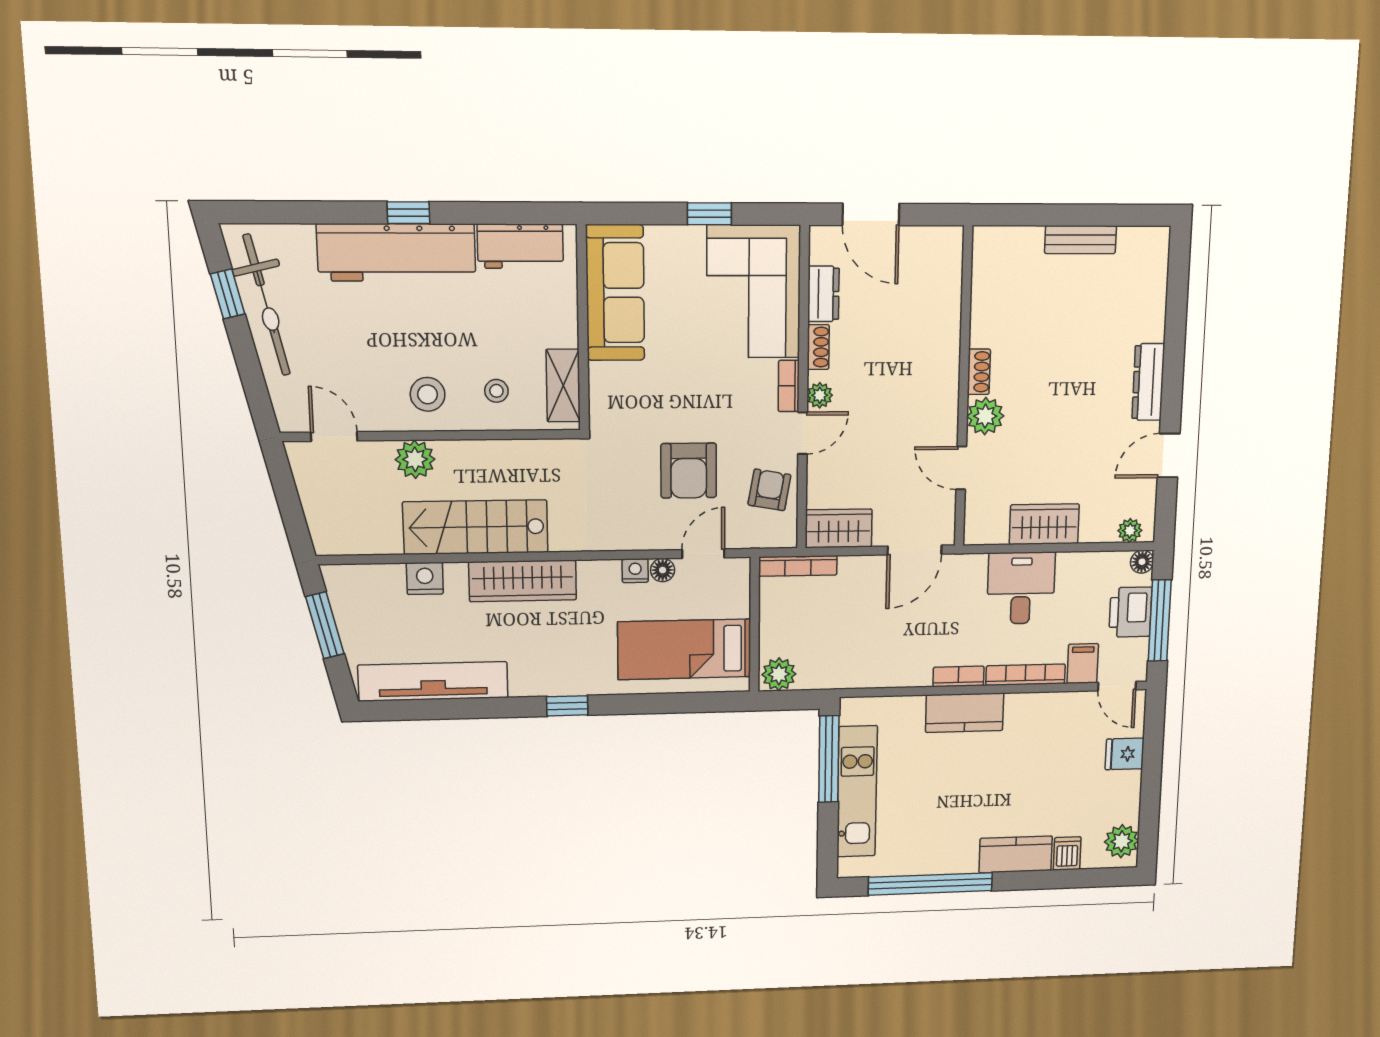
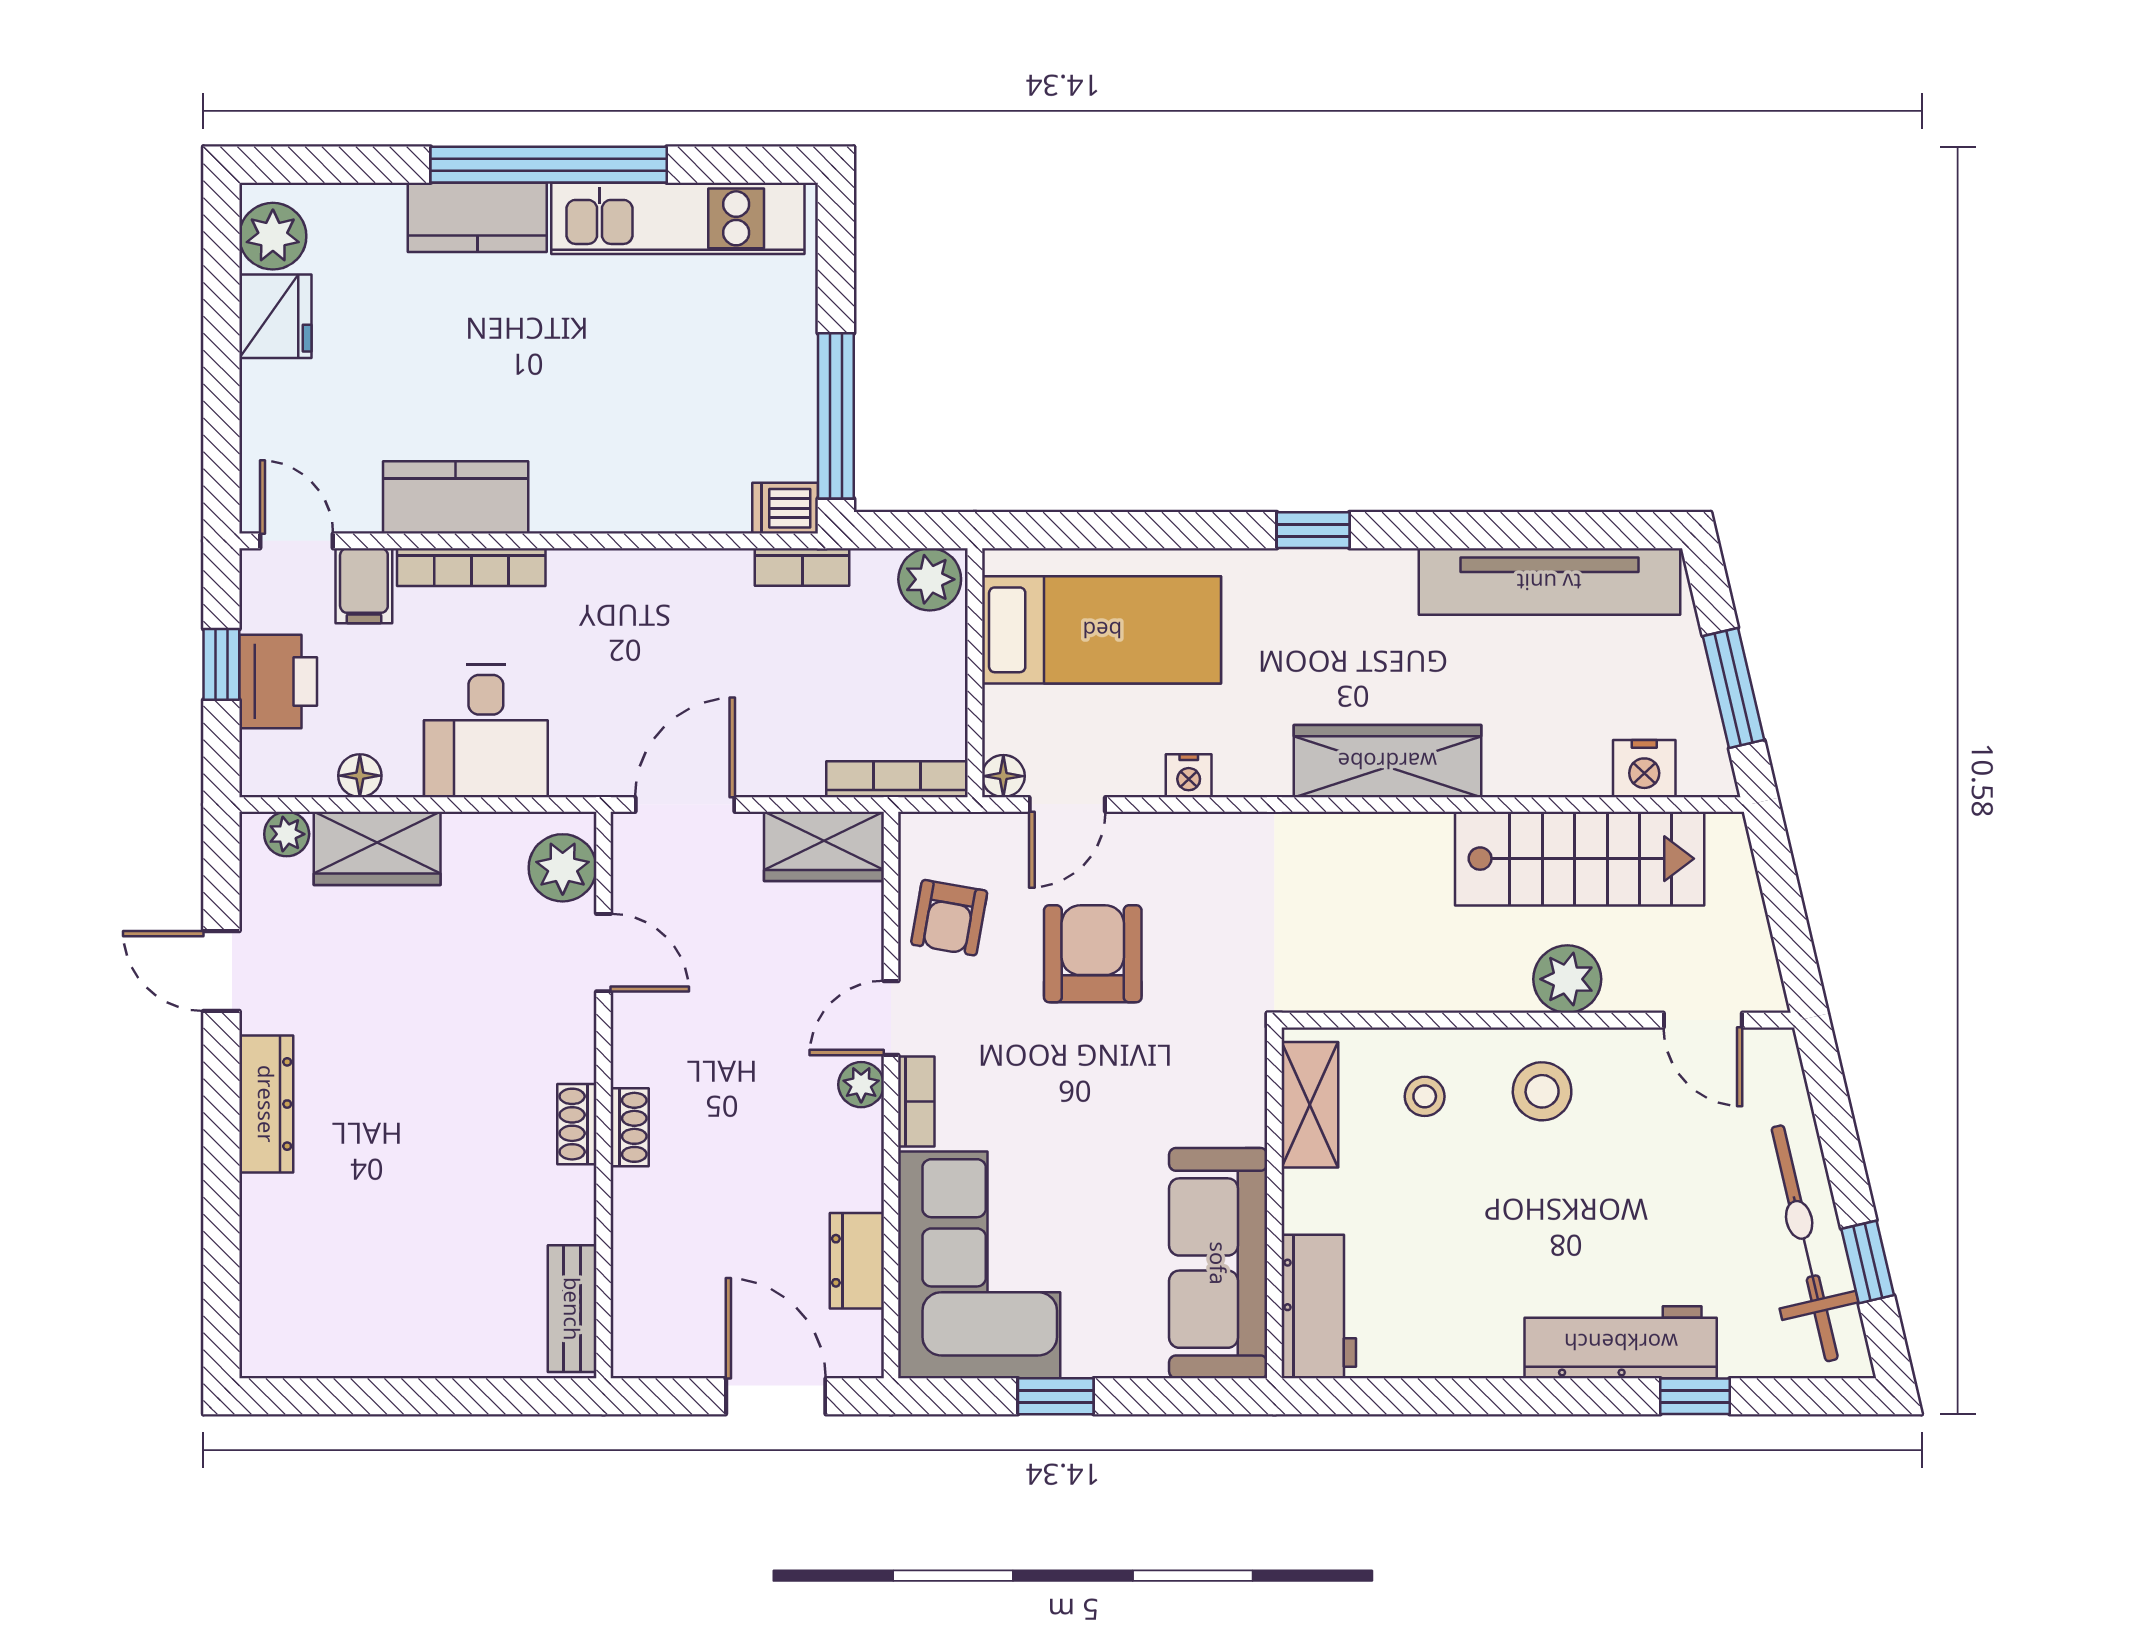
window: (408, 213) -> (1695, 1396), moved
bench: (1081, 240) -> (572, 1309), moved, turned 90
workbench: (520, 246) -> (1319, 1306), moved, turned 90
workbench: (397, 253) -> (1621, 1342), width x0.73, depth x0.76
shoe rack: (818, 347) -> (630, 1127), moved, turned 180
plant: (985, 416) -> (563, 868), moved
door: (1169, 455) -> (221, 971), swing flipped
wardrobe: (1044, 524) -> (377, 848), moved
stairs: (476, 527) -> (1580, 859), moved
floor lamp: (1142, 562) -> (360, 776), moved
floor lamp: (663, 570) -> (1003, 776), moved
nightstand: (425, 578) -> (1644, 769), moved
window: (1160, 620) -> (221, 664), width x0.46
bookcase: (959, 676) -> (802, 567), moved
kitchen counter: (965, 713) -> (456, 497), moved
fridge: (1125, 754) -> (275, 316), moved, width x1.38
kitchen unit: (857, 792) -> (678, 218), moved, turned -90
dishwasher: (1067, 854) -> (785, 508), moved, turned 90
window: (930, 884) -> (549, 165), moved

